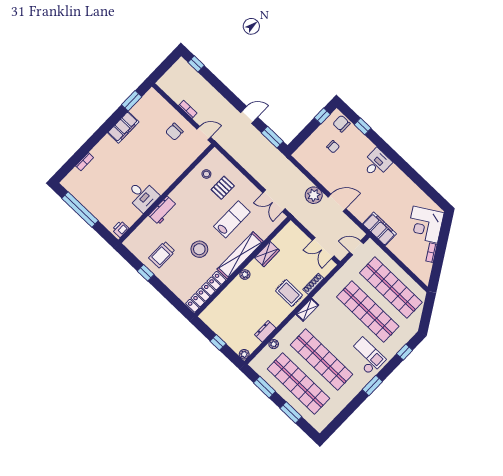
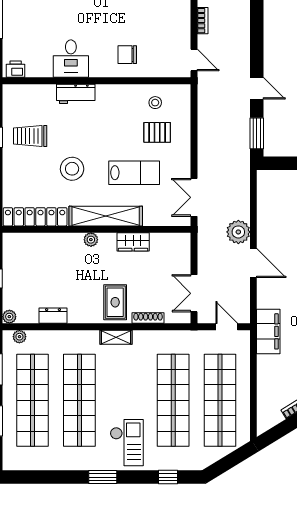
chair: (174, 132) -> (127, 55), moved
plant: (274, 344) -> (19, 337), moved

